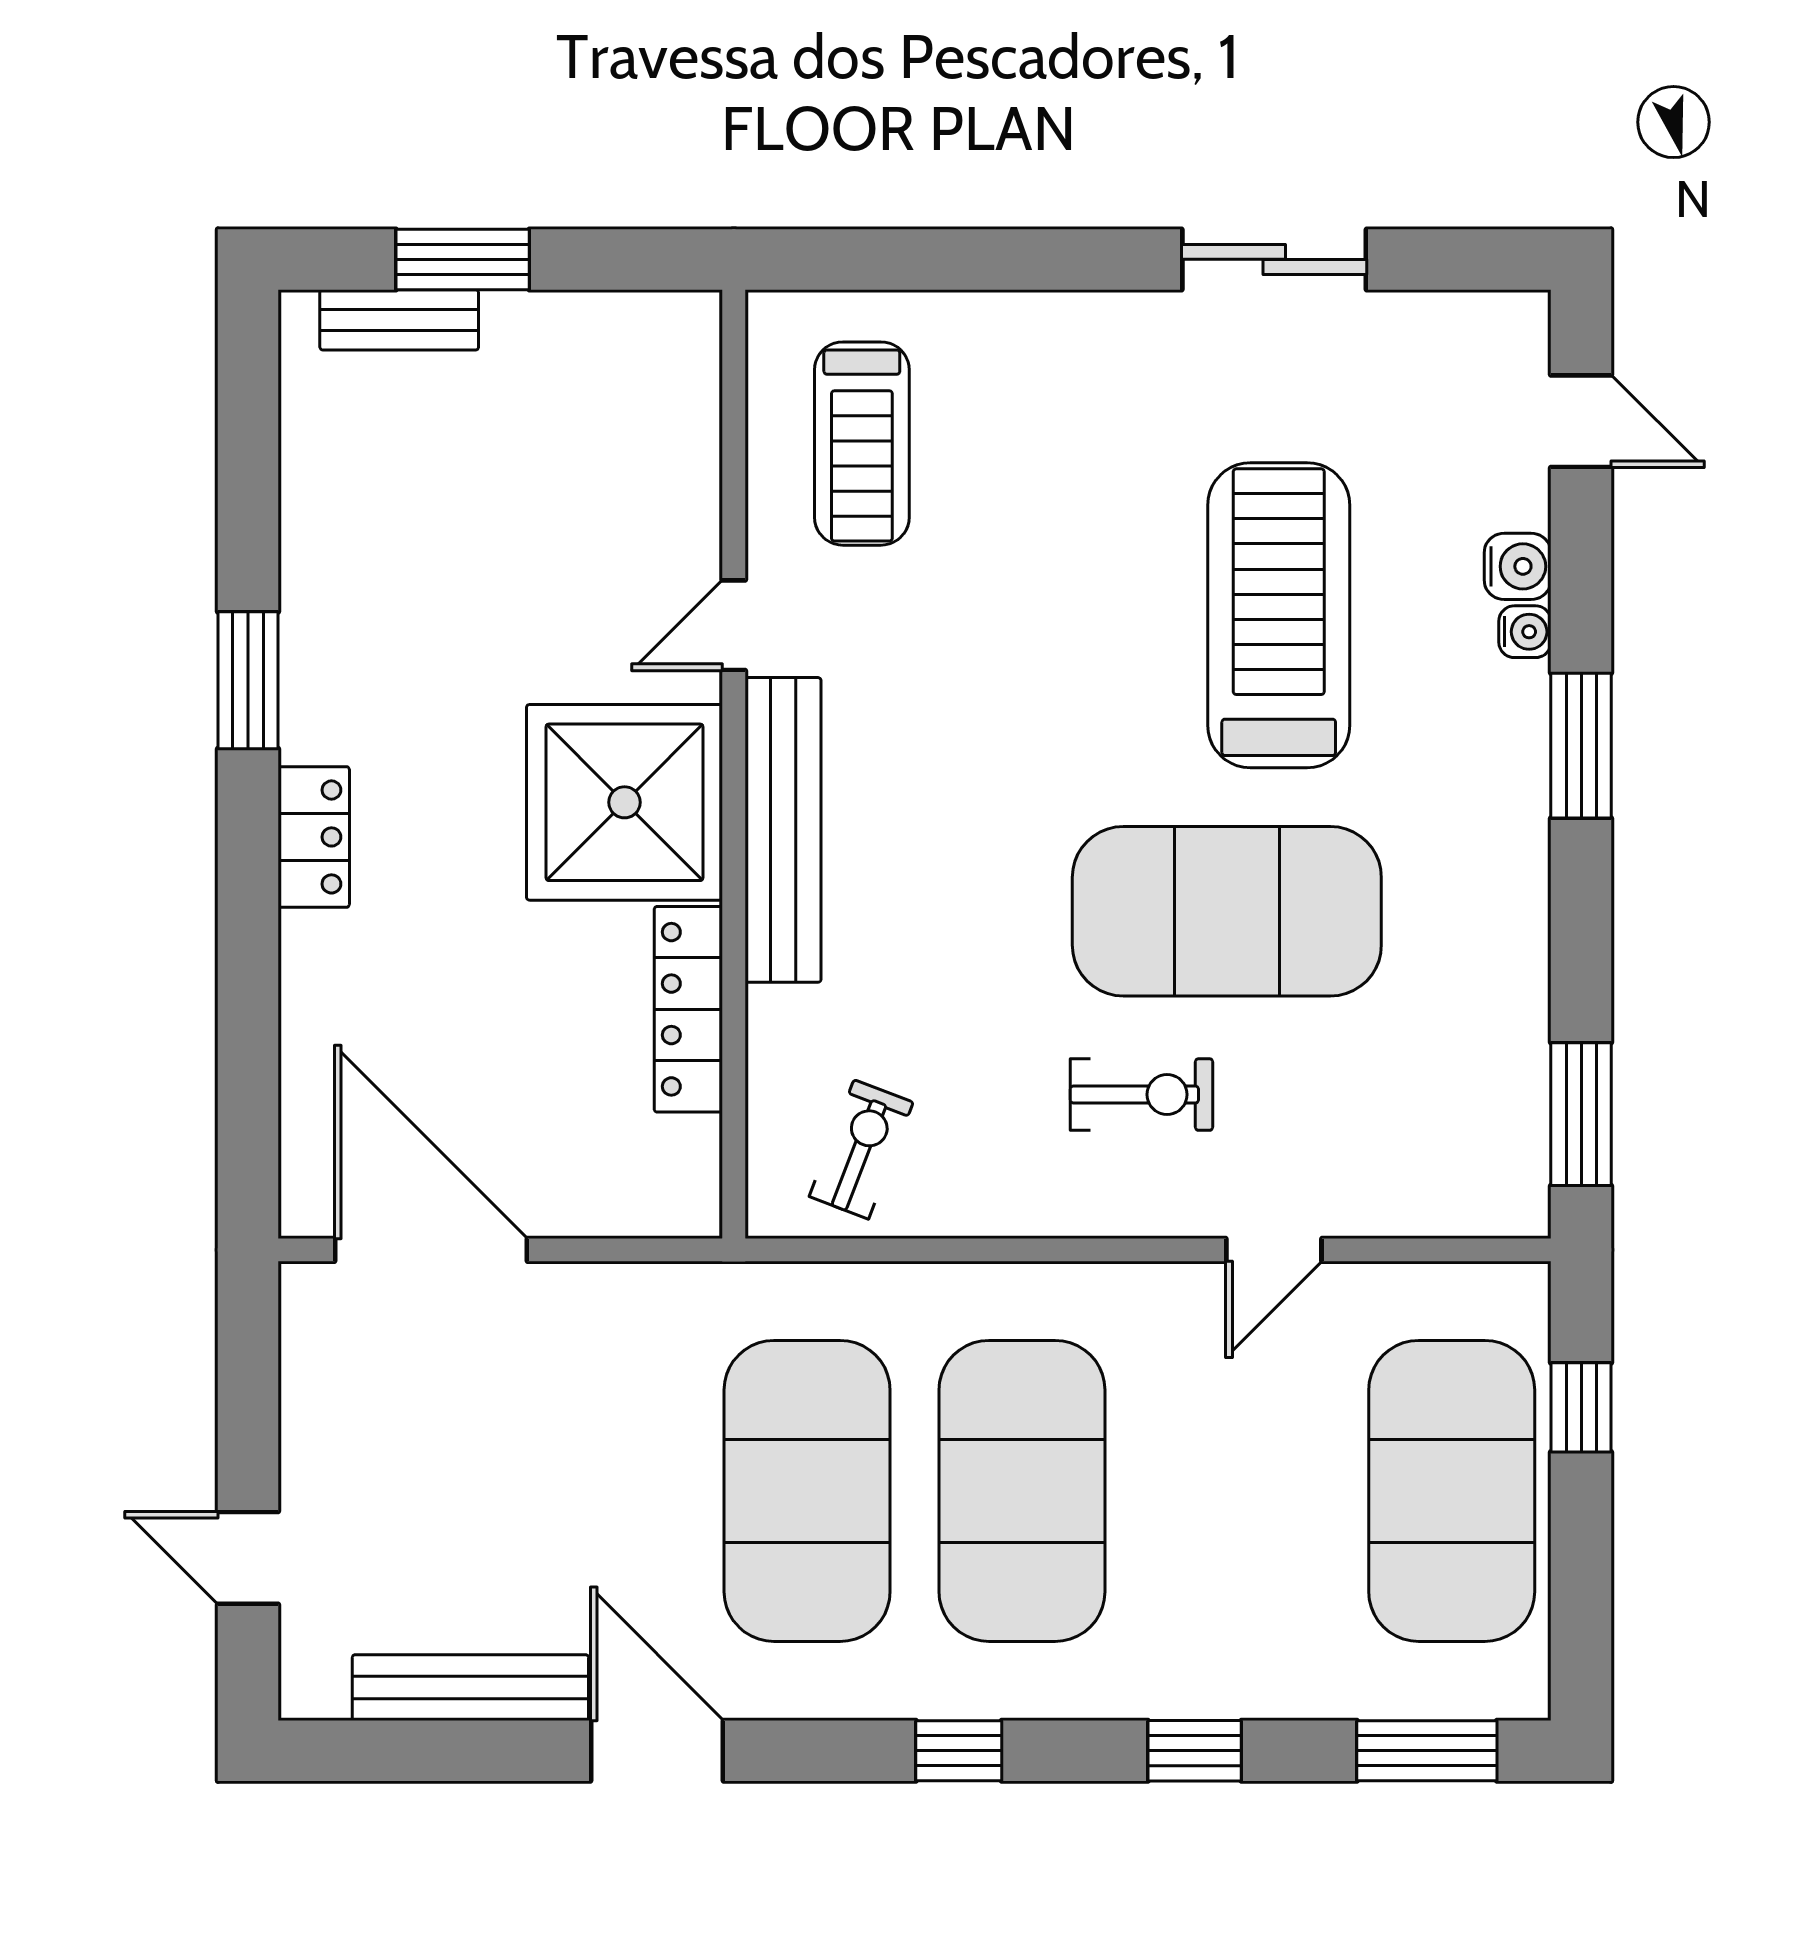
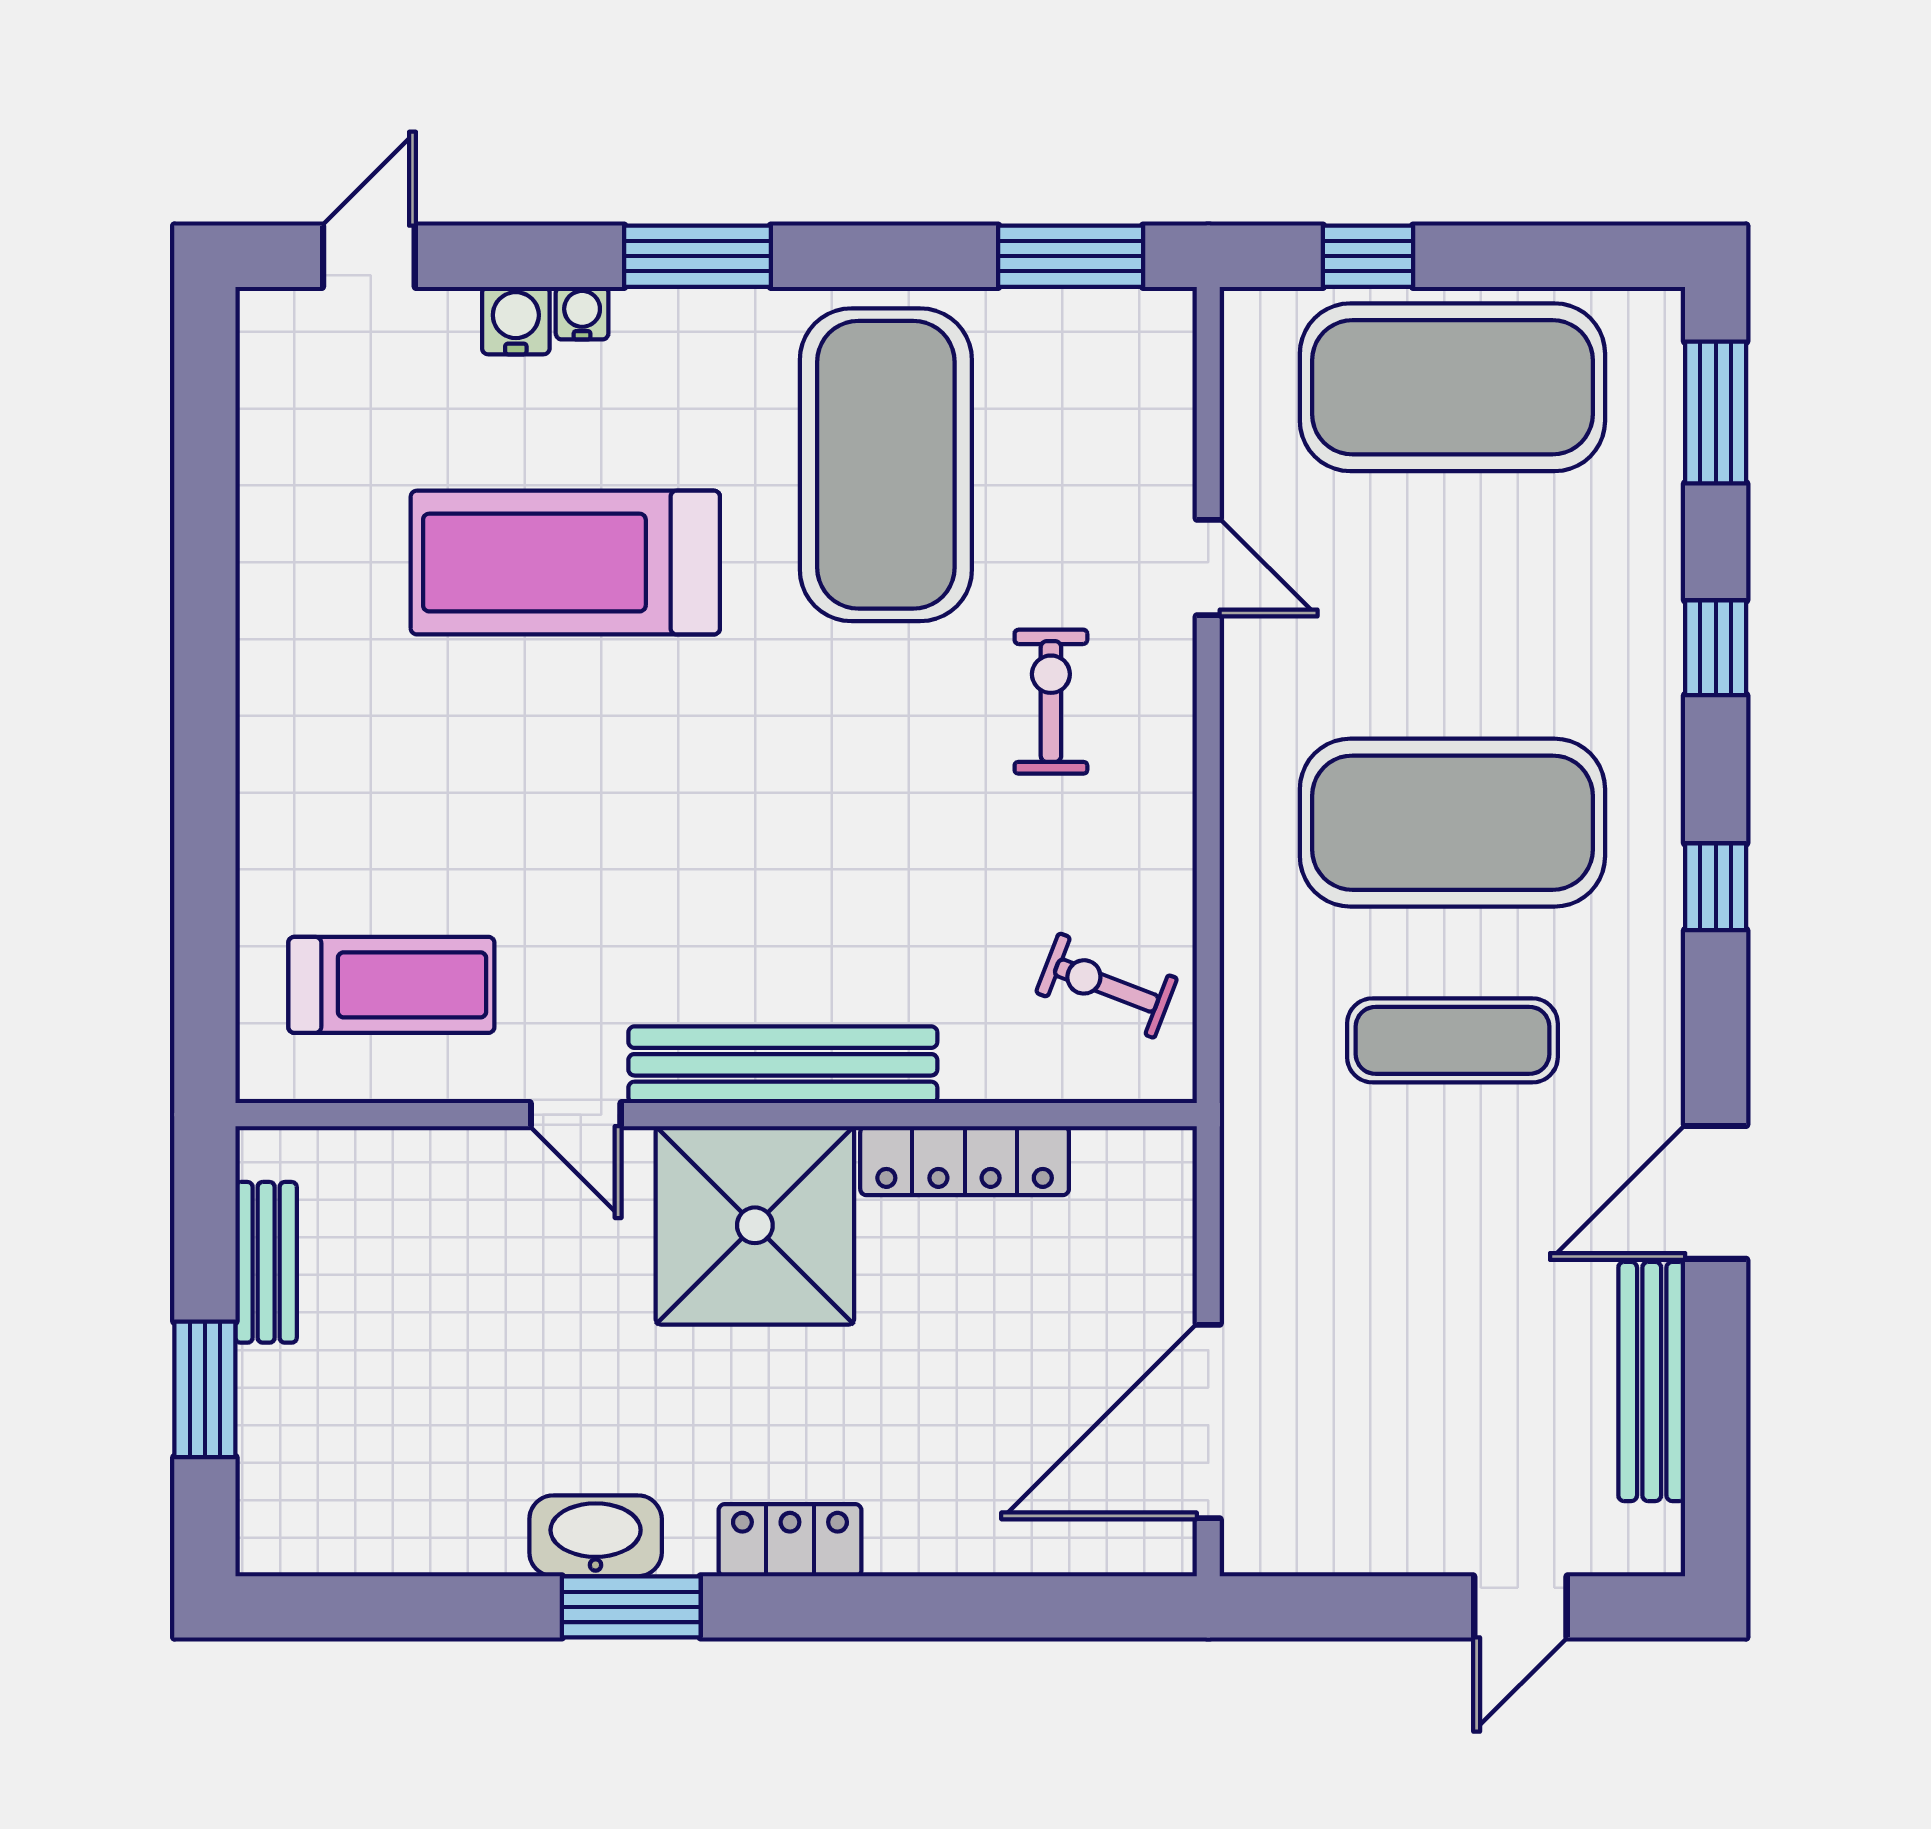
sliding door: (1274, 259) -> (205, 567), removed
bench: (399, 320) -> (266, 1262), moved
washbasin: (318, 645) -> (596, 1536), added
exercise mat: (1227, 911) -> (886, 465), moved
exercise mat: (807, 1491) -> (1452, 1040), width x0.50, depth x0.69

